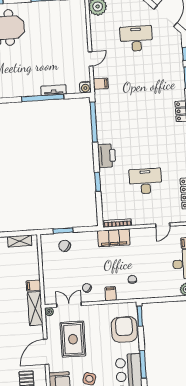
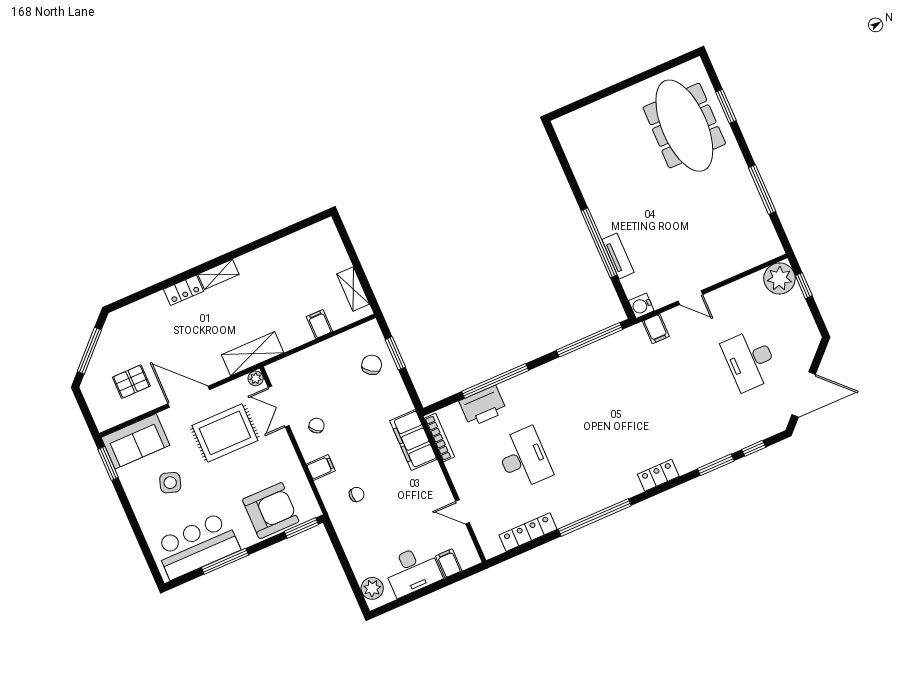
desk: (136, 39) -> (750, 360), turned 180
printer: (107, 156) -> (483, 406), moved
window: (98, 182) -> (495, 381), width x2.11
filing cabinet: (33, 286) -> (319, 324), moved
double door: (69, 305) -> (279, 406), swing flipped

